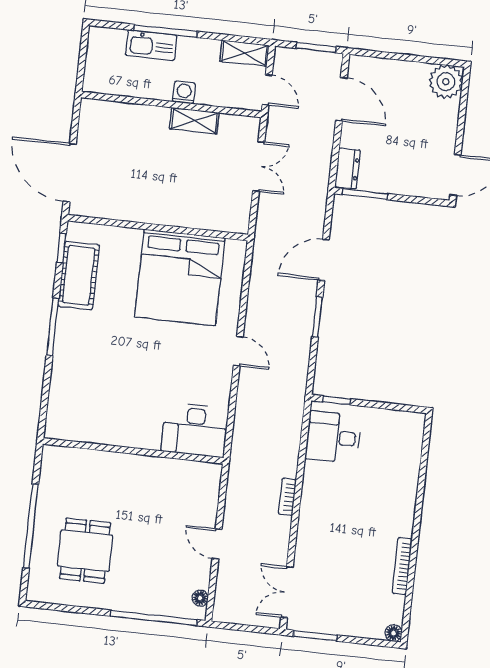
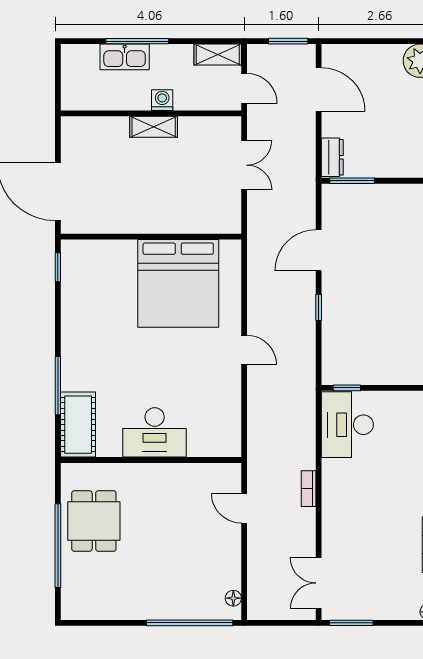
shelving: (194, 121) -> (154, 127), moved
cot: (79, 276) -> (78, 425), moved
window: (317, 317) -> (319, 307), width x0.67
window: (53, 327) -> (58, 386), moved
desk: (195, 430) -> (155, 432), moved
desk: (333, 437) -> (347, 425), width x1.37
door: (217, 544) -> (244, 508), moved
dining table: (85, 551) -> (94, 521), moved

